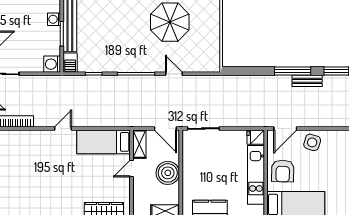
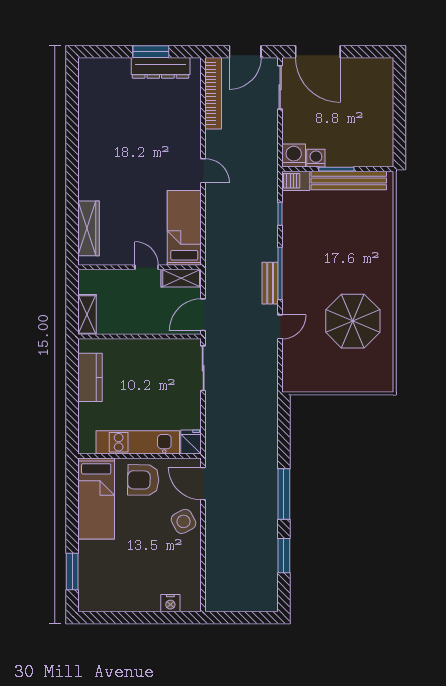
washing machine: (54, 19) -> (316, 158), moved
bench: (307, 81) -> (270, 283), moved
side table: (312, 142) -> (184, 521), turned 45
boiler: (168, 173) -> (141, 318), removed

